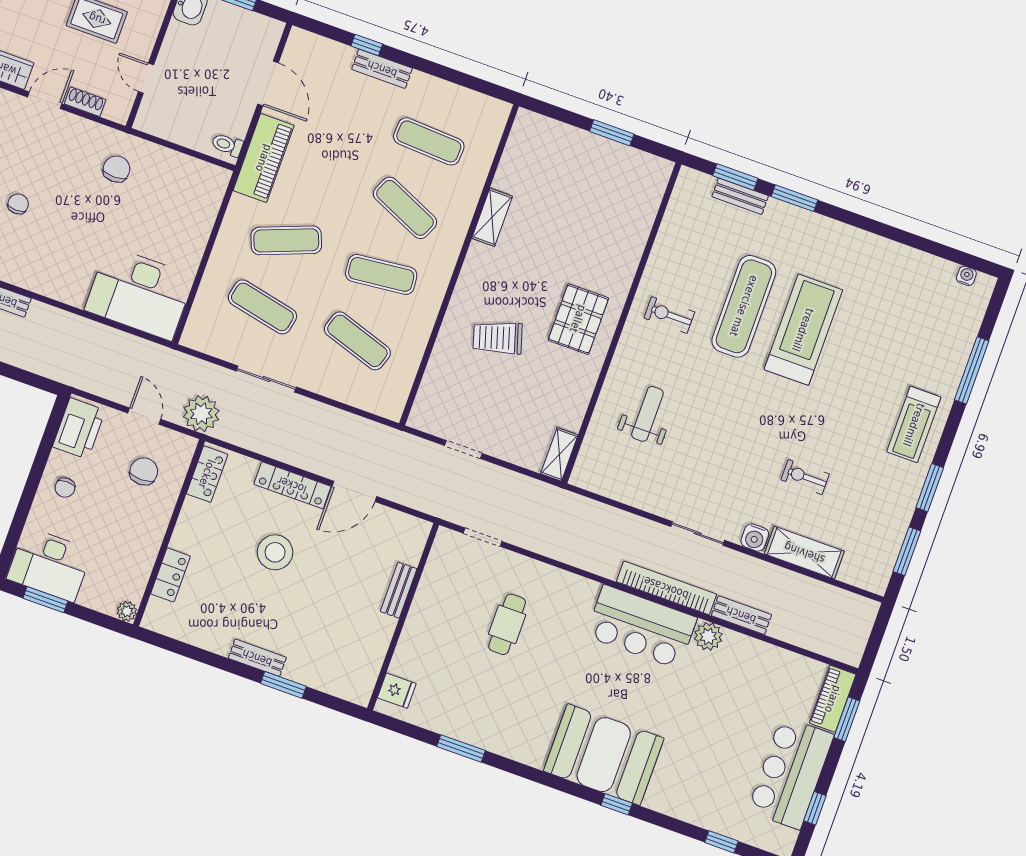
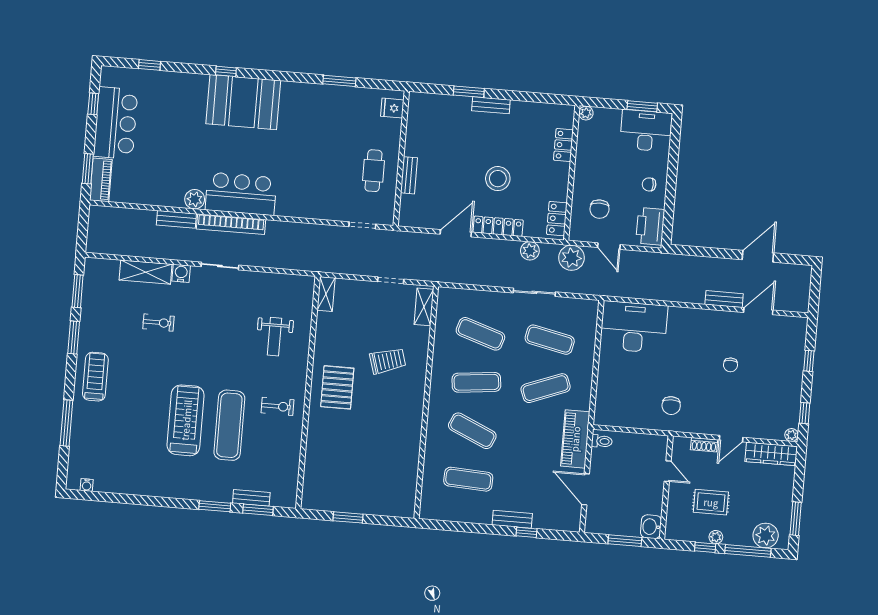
shelving: (492, 217) -> (424, 307), moved
treadmill: (803, 330) -> (186, 420), turned 180
plant: (257, 439) -> (530, 251), added
chair: (65, 488) -> (649, 184), turned -90
cafe table: (507, 624) -> (373, 171), moved

